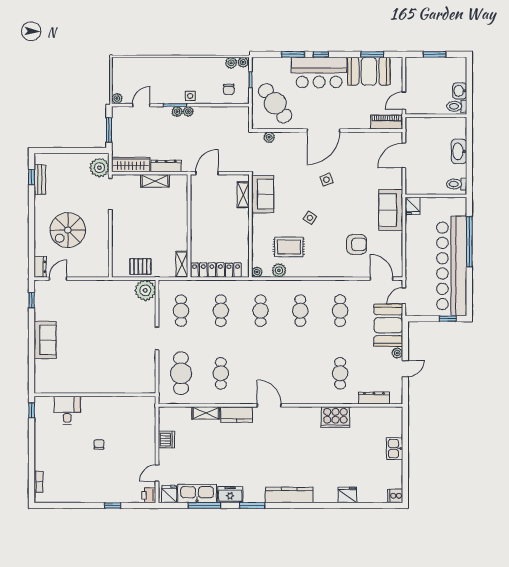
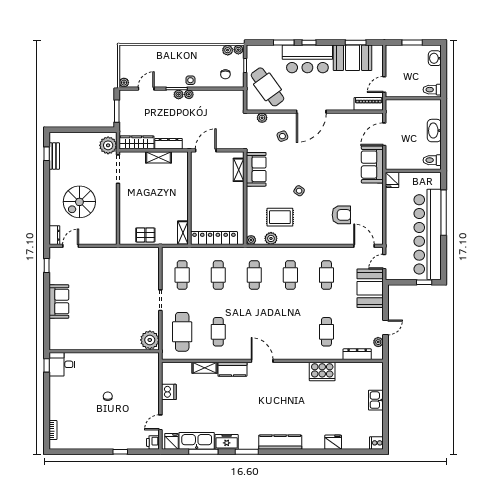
washbasin: (460, 91) -> (435, 58), moved
side table: (327, 180) -> (282, 136), moved
sofa: (391, 210) -> (372, 165), moved
plant: (145, 290) -> (150, 340), moved
plant: (397, 353) -> (378, 342), moved
desk: (67, 410) -> (62, 364), moved, turned -90

